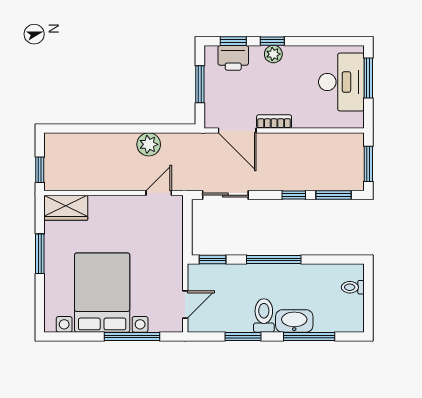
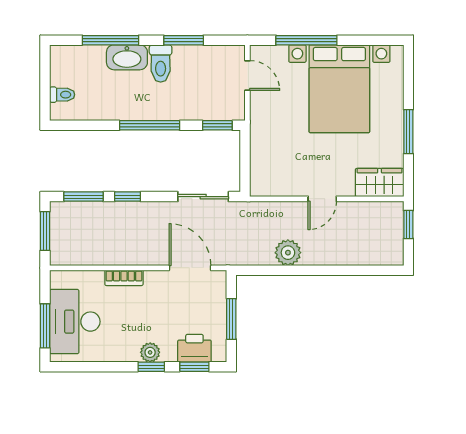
bookcase: (274, 122) -> (124, 278), moved
door: (159, 193) -> (322, 199), moved
door: (185, 305) -> (247, 75), swing flipped

